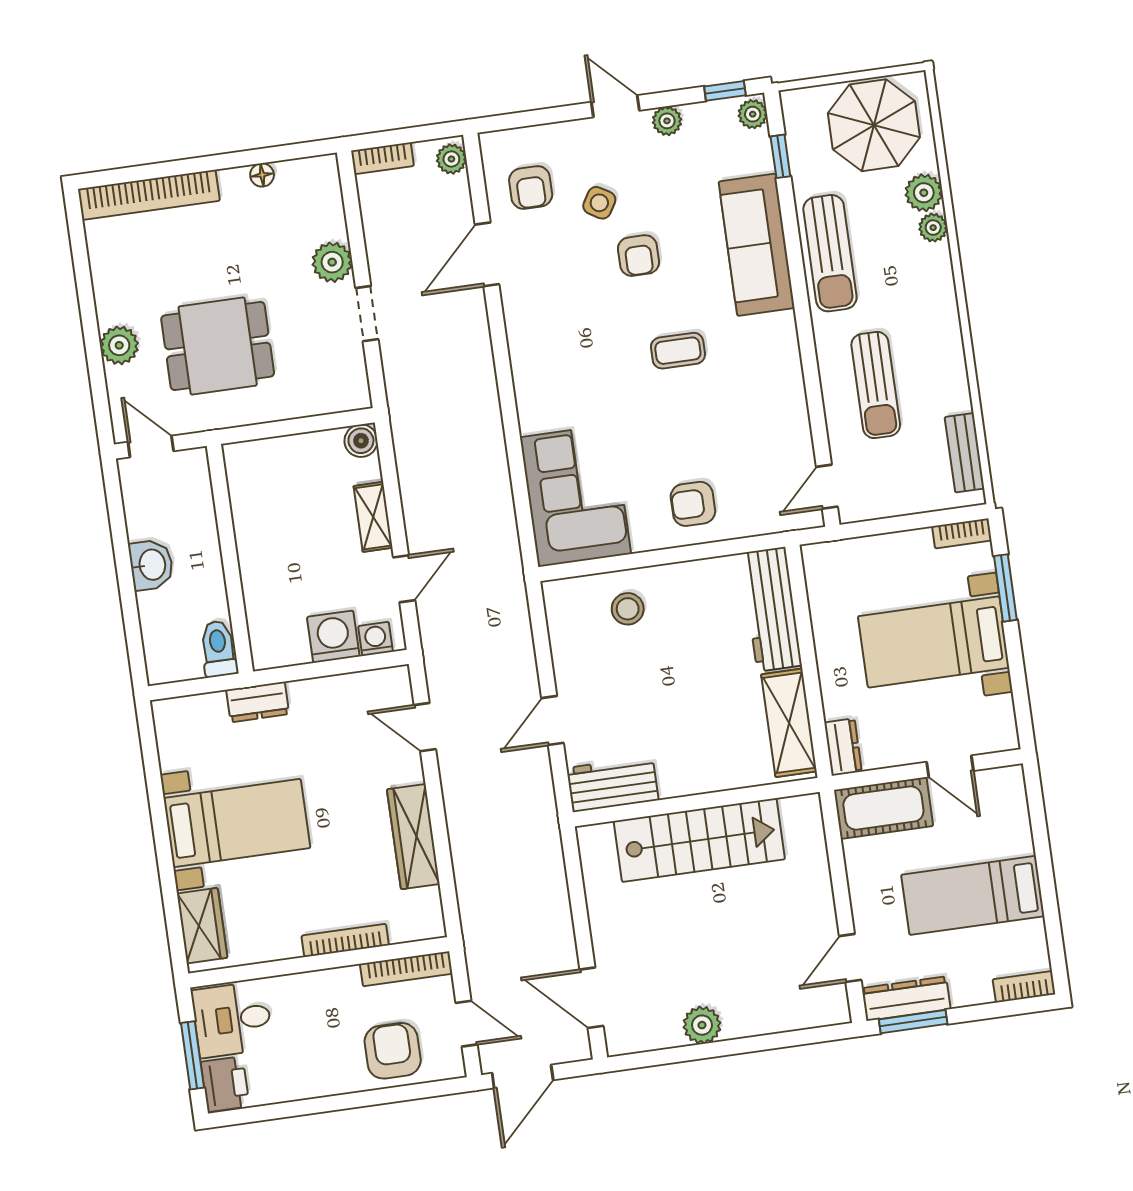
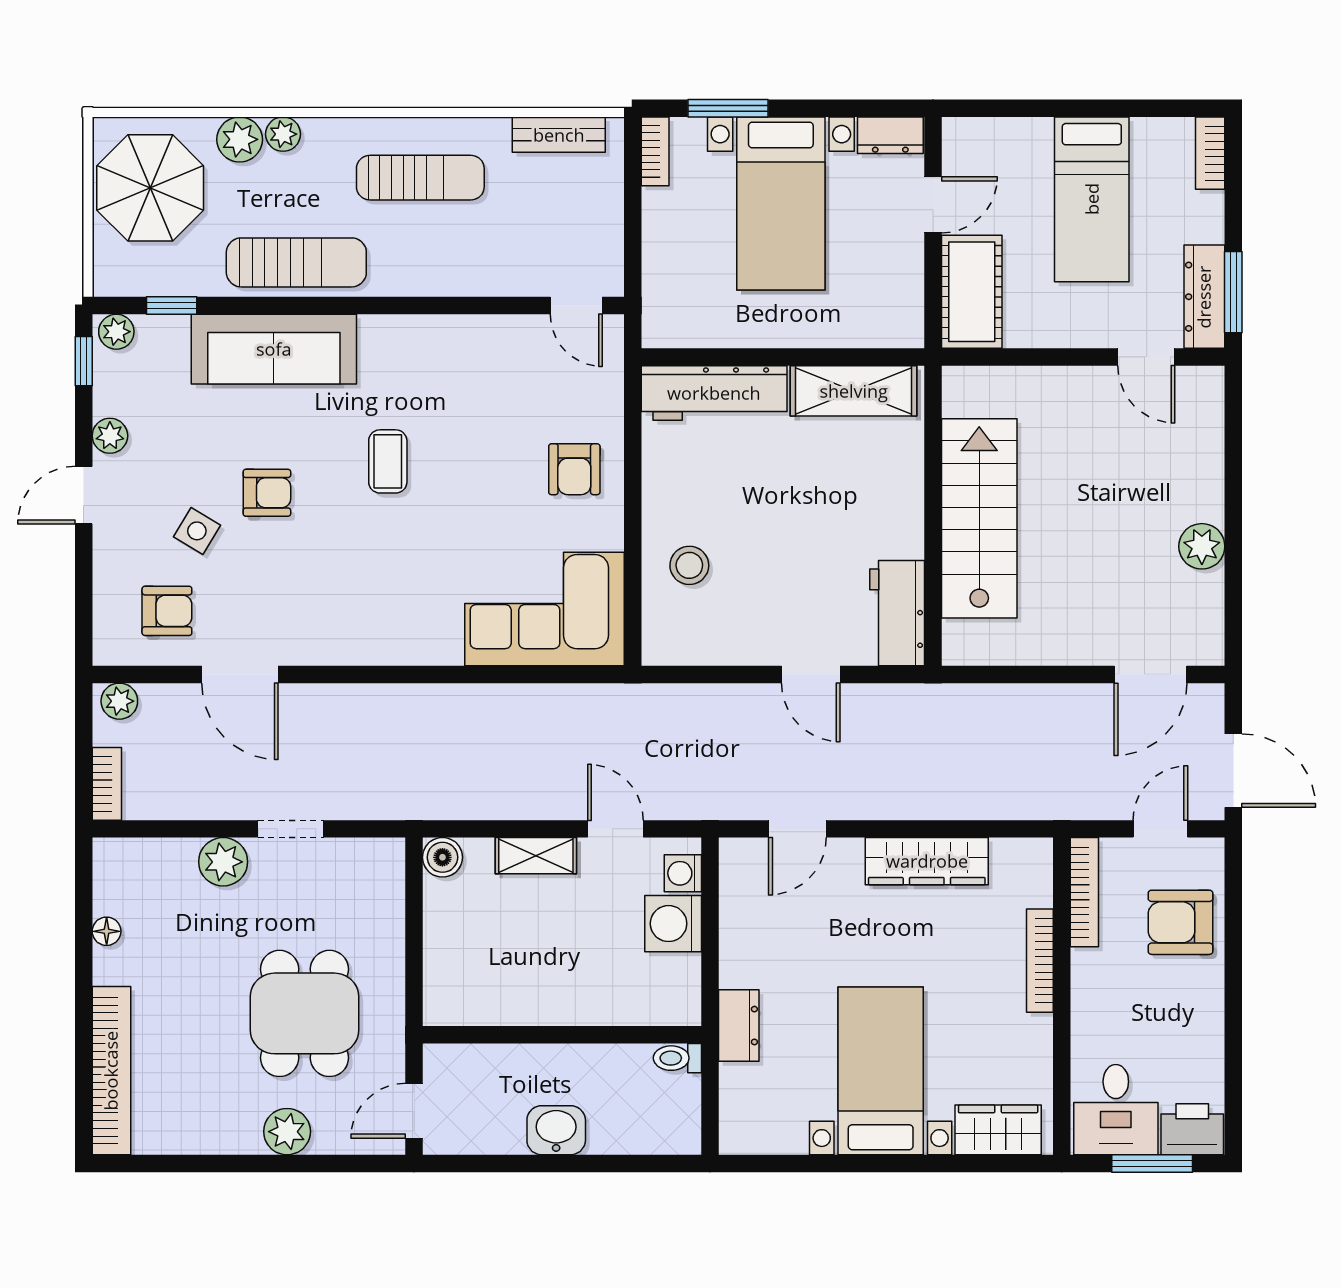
sun lounger: (876, 385) -> (420, 178), moved
toilet: (218, 649) -> (677, 1058), width x0.73, depth x0.72
dresser: (843, 747) -> (890, 135), moved, turned 180

